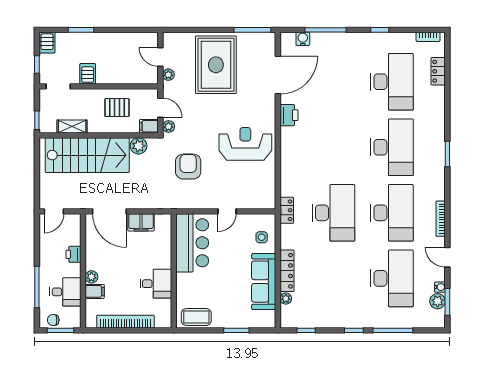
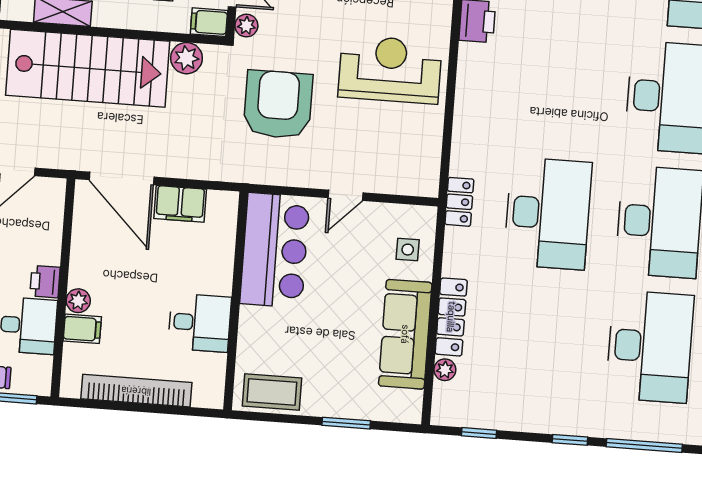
armchair: (188, 167) -> (278, 104), width x1.36, depth x1.36
printer: (73, 254) -> (45, 282), moved

